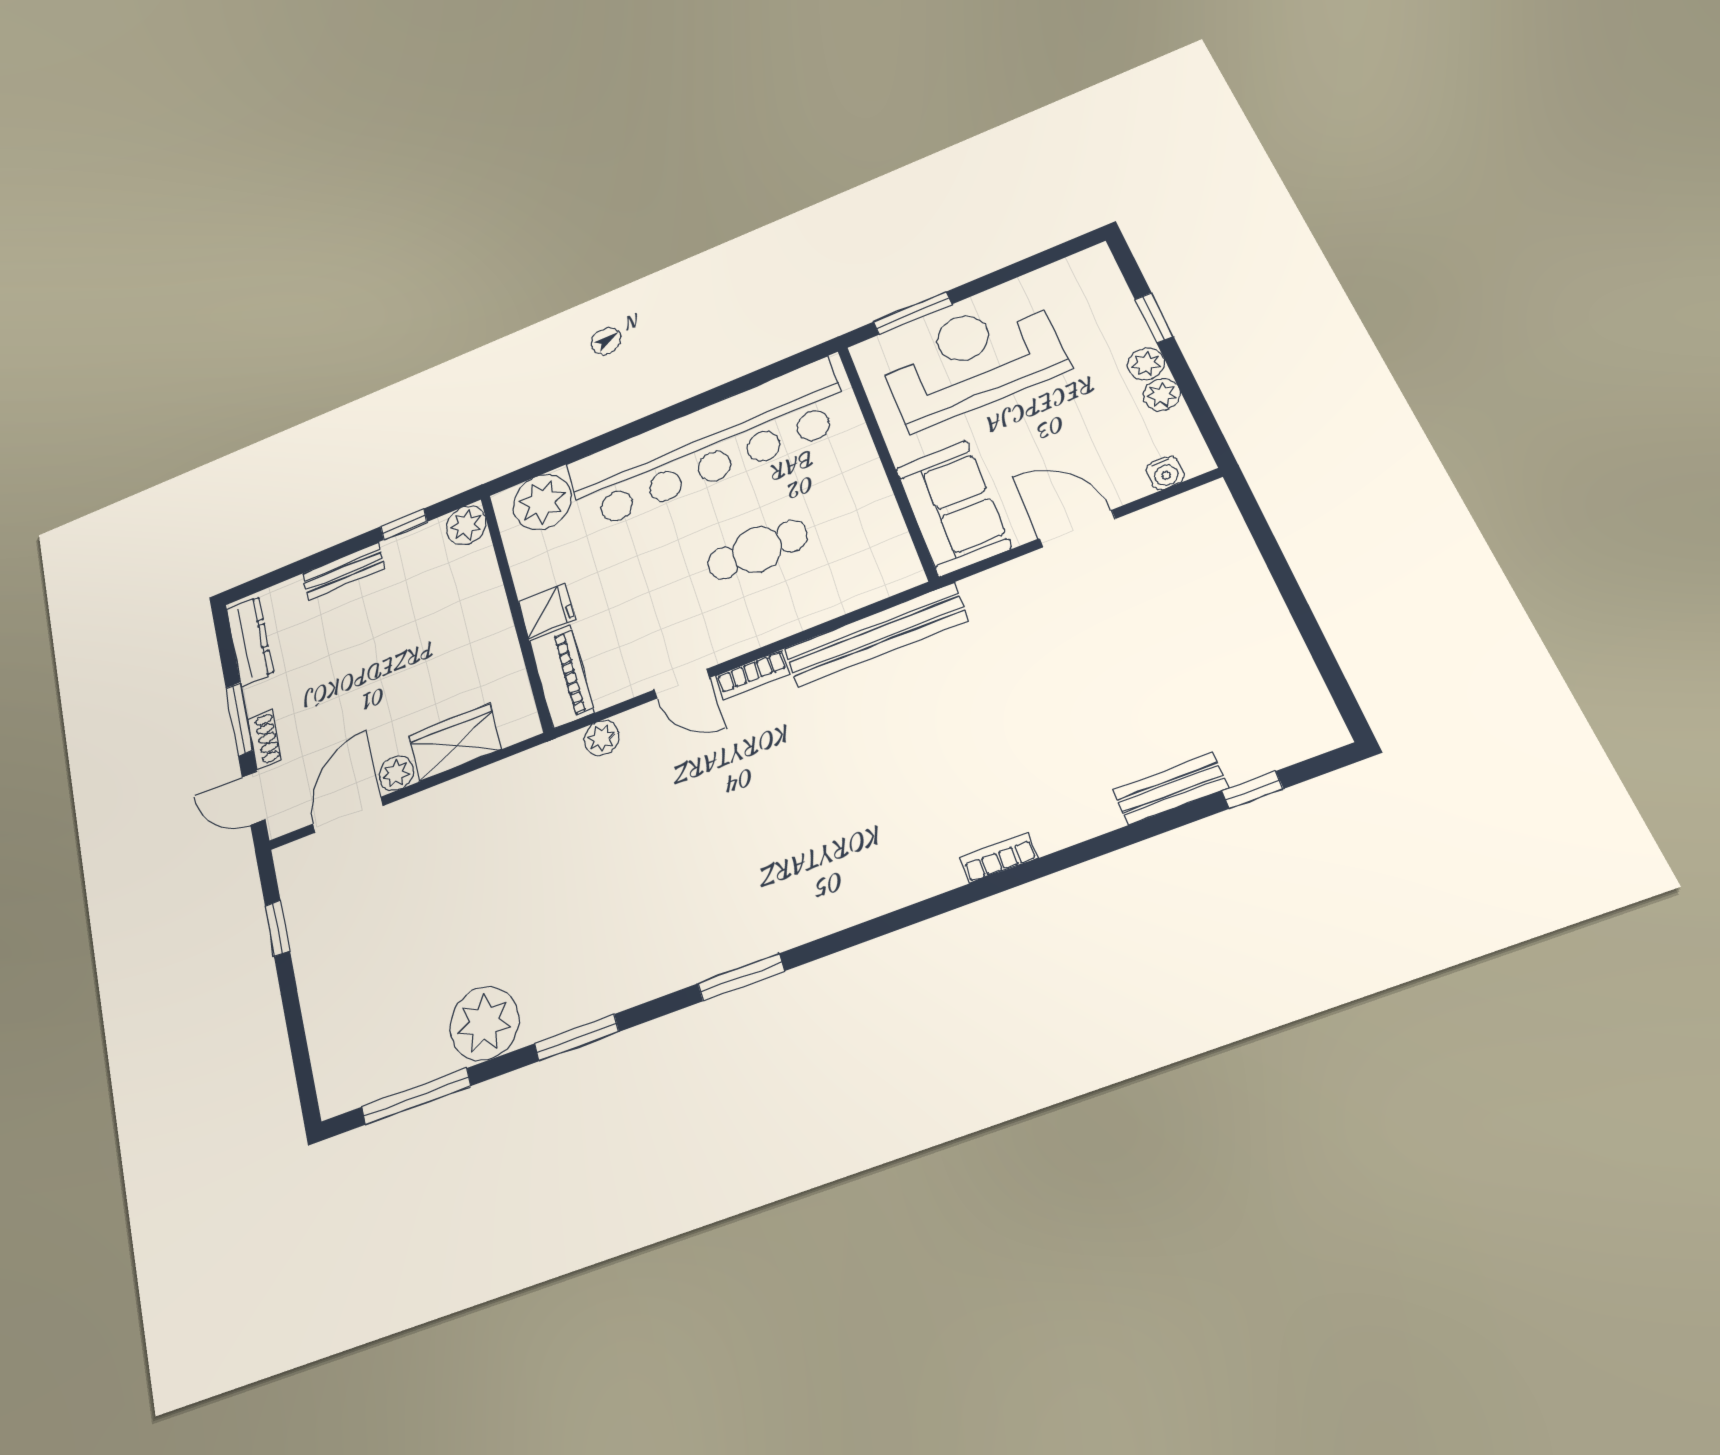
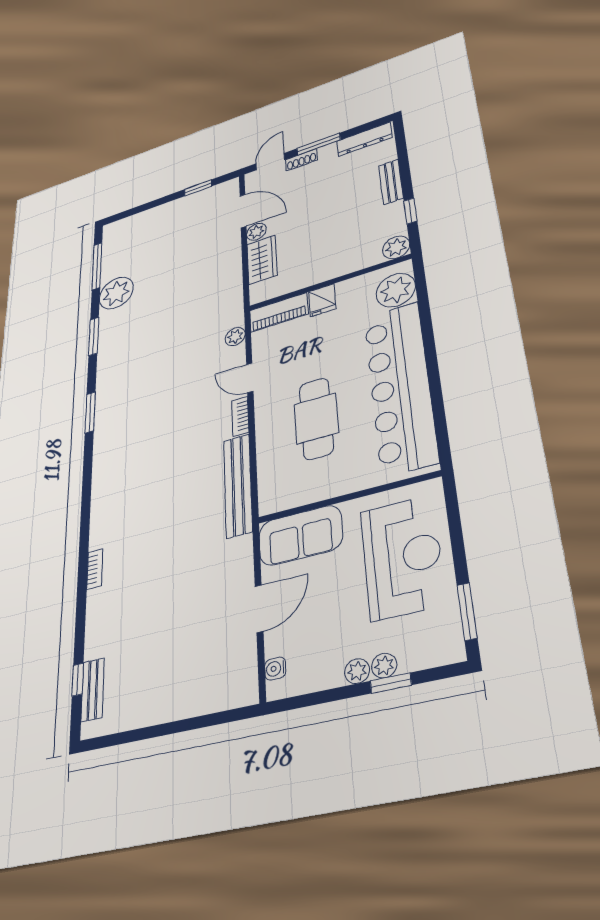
window: (913, 313) -> (467, 611), moved
plant: (1162, 395) -> (384, 666), moved
cafe table: (757, 550) -> (316, 418), width x1.37, depth x1.35
door: (682, 684) -> (250, 378), hinge flipped
bench: (1171, 789) -> (93, 690), moved
bookcase: (999, 858) -> (95, 569), moved

